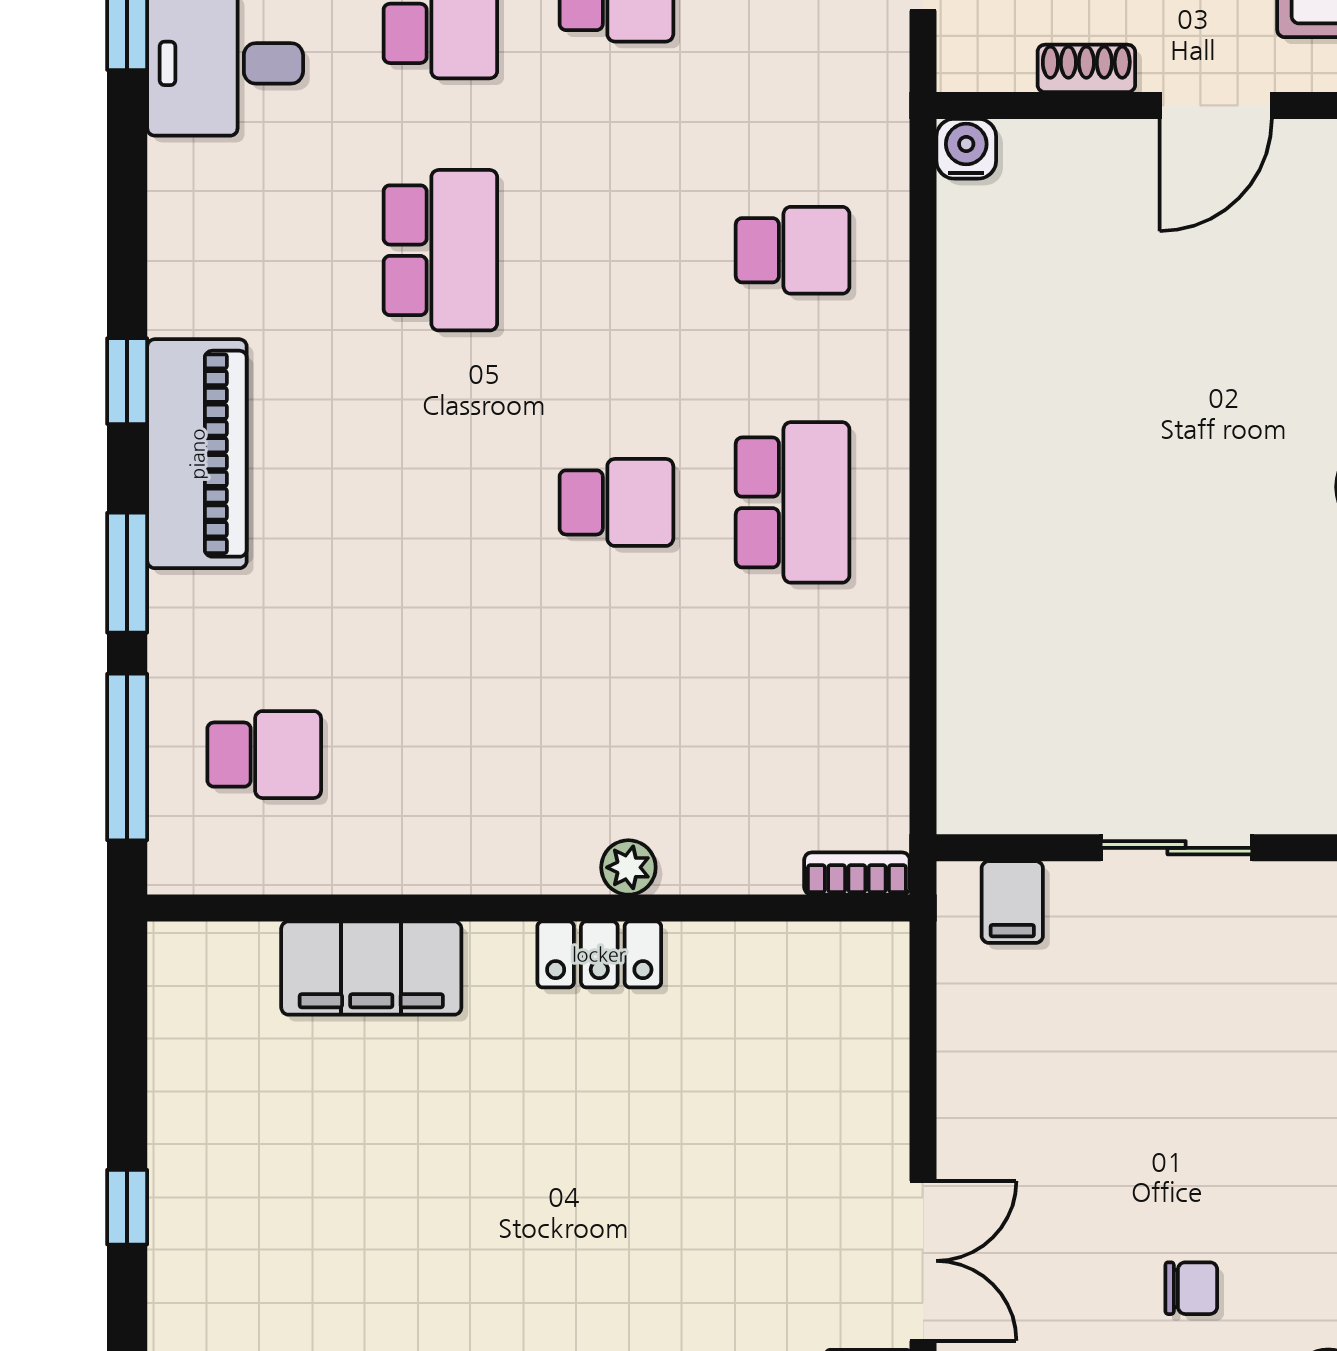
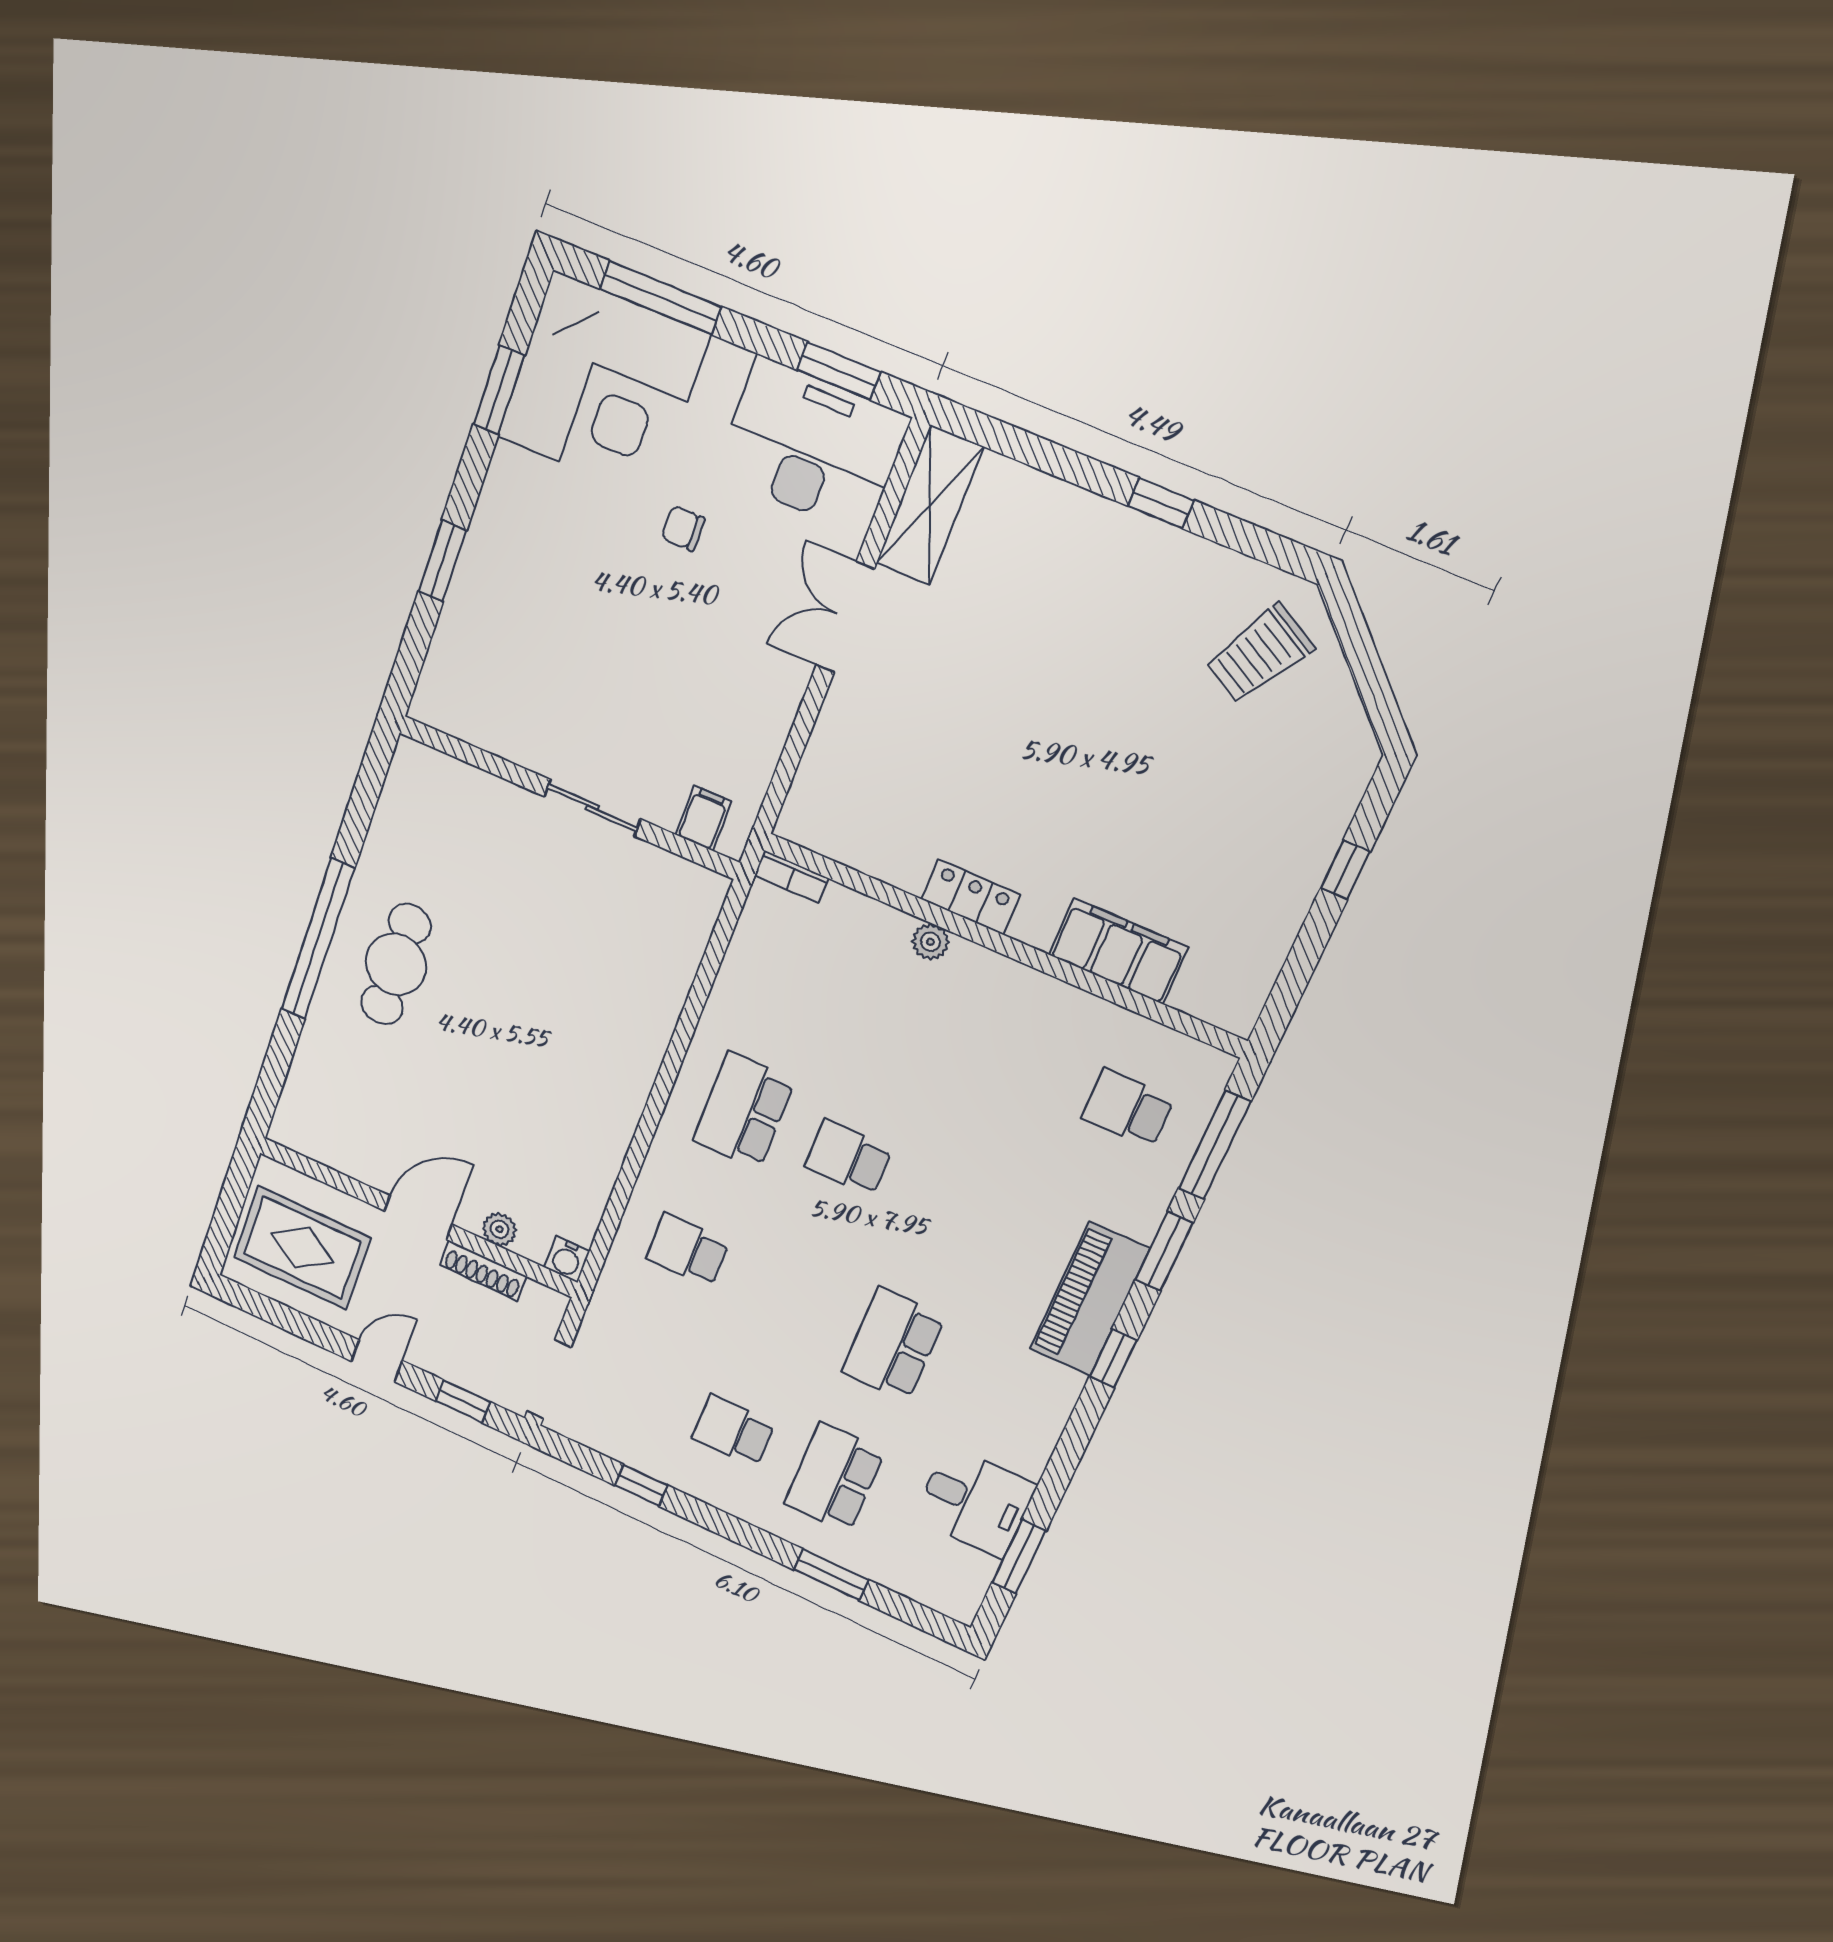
shoe rack: (1086, 68) -> (483, 1271), width x1.43
plant: (1085, 147) -> (499, 1229), added

